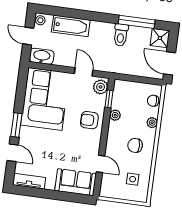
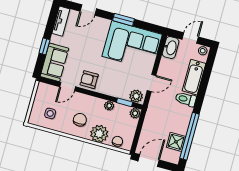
window: (137, 22) -> (190, 136), width x1.46
toilet: (121, 35) -> (186, 99), moved
shower: (160, 38) -> (176, 142), moved
plant: (120, 85) -> (135, 113), added
armchair: (89, 120) -> (89, 80), moved, turned -90
plant: (152, 123) -> (99, 134), width x1.88, depth x1.88
window: (16, 125) -> (123, 20), moved
window: (60, 196) -> (44, 46), added

